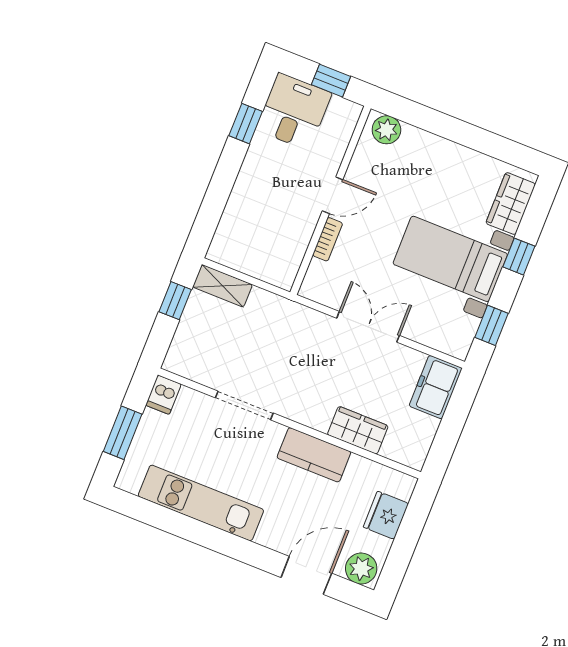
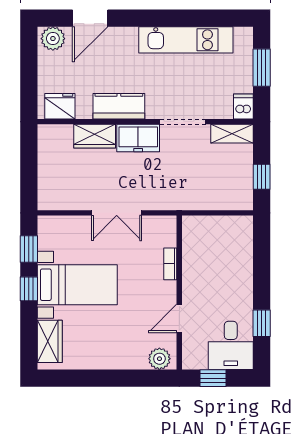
door: (333, 195) -> (179, 318), moved
window: (519, 257) -> (29, 289), moved
shelving: (223, 286) -> (232, 134), moved
freezer: (436, 387) -> (138, 138), moved, turned 90
fridge: (386, 515) -> (60, 106), moved, turned -90

